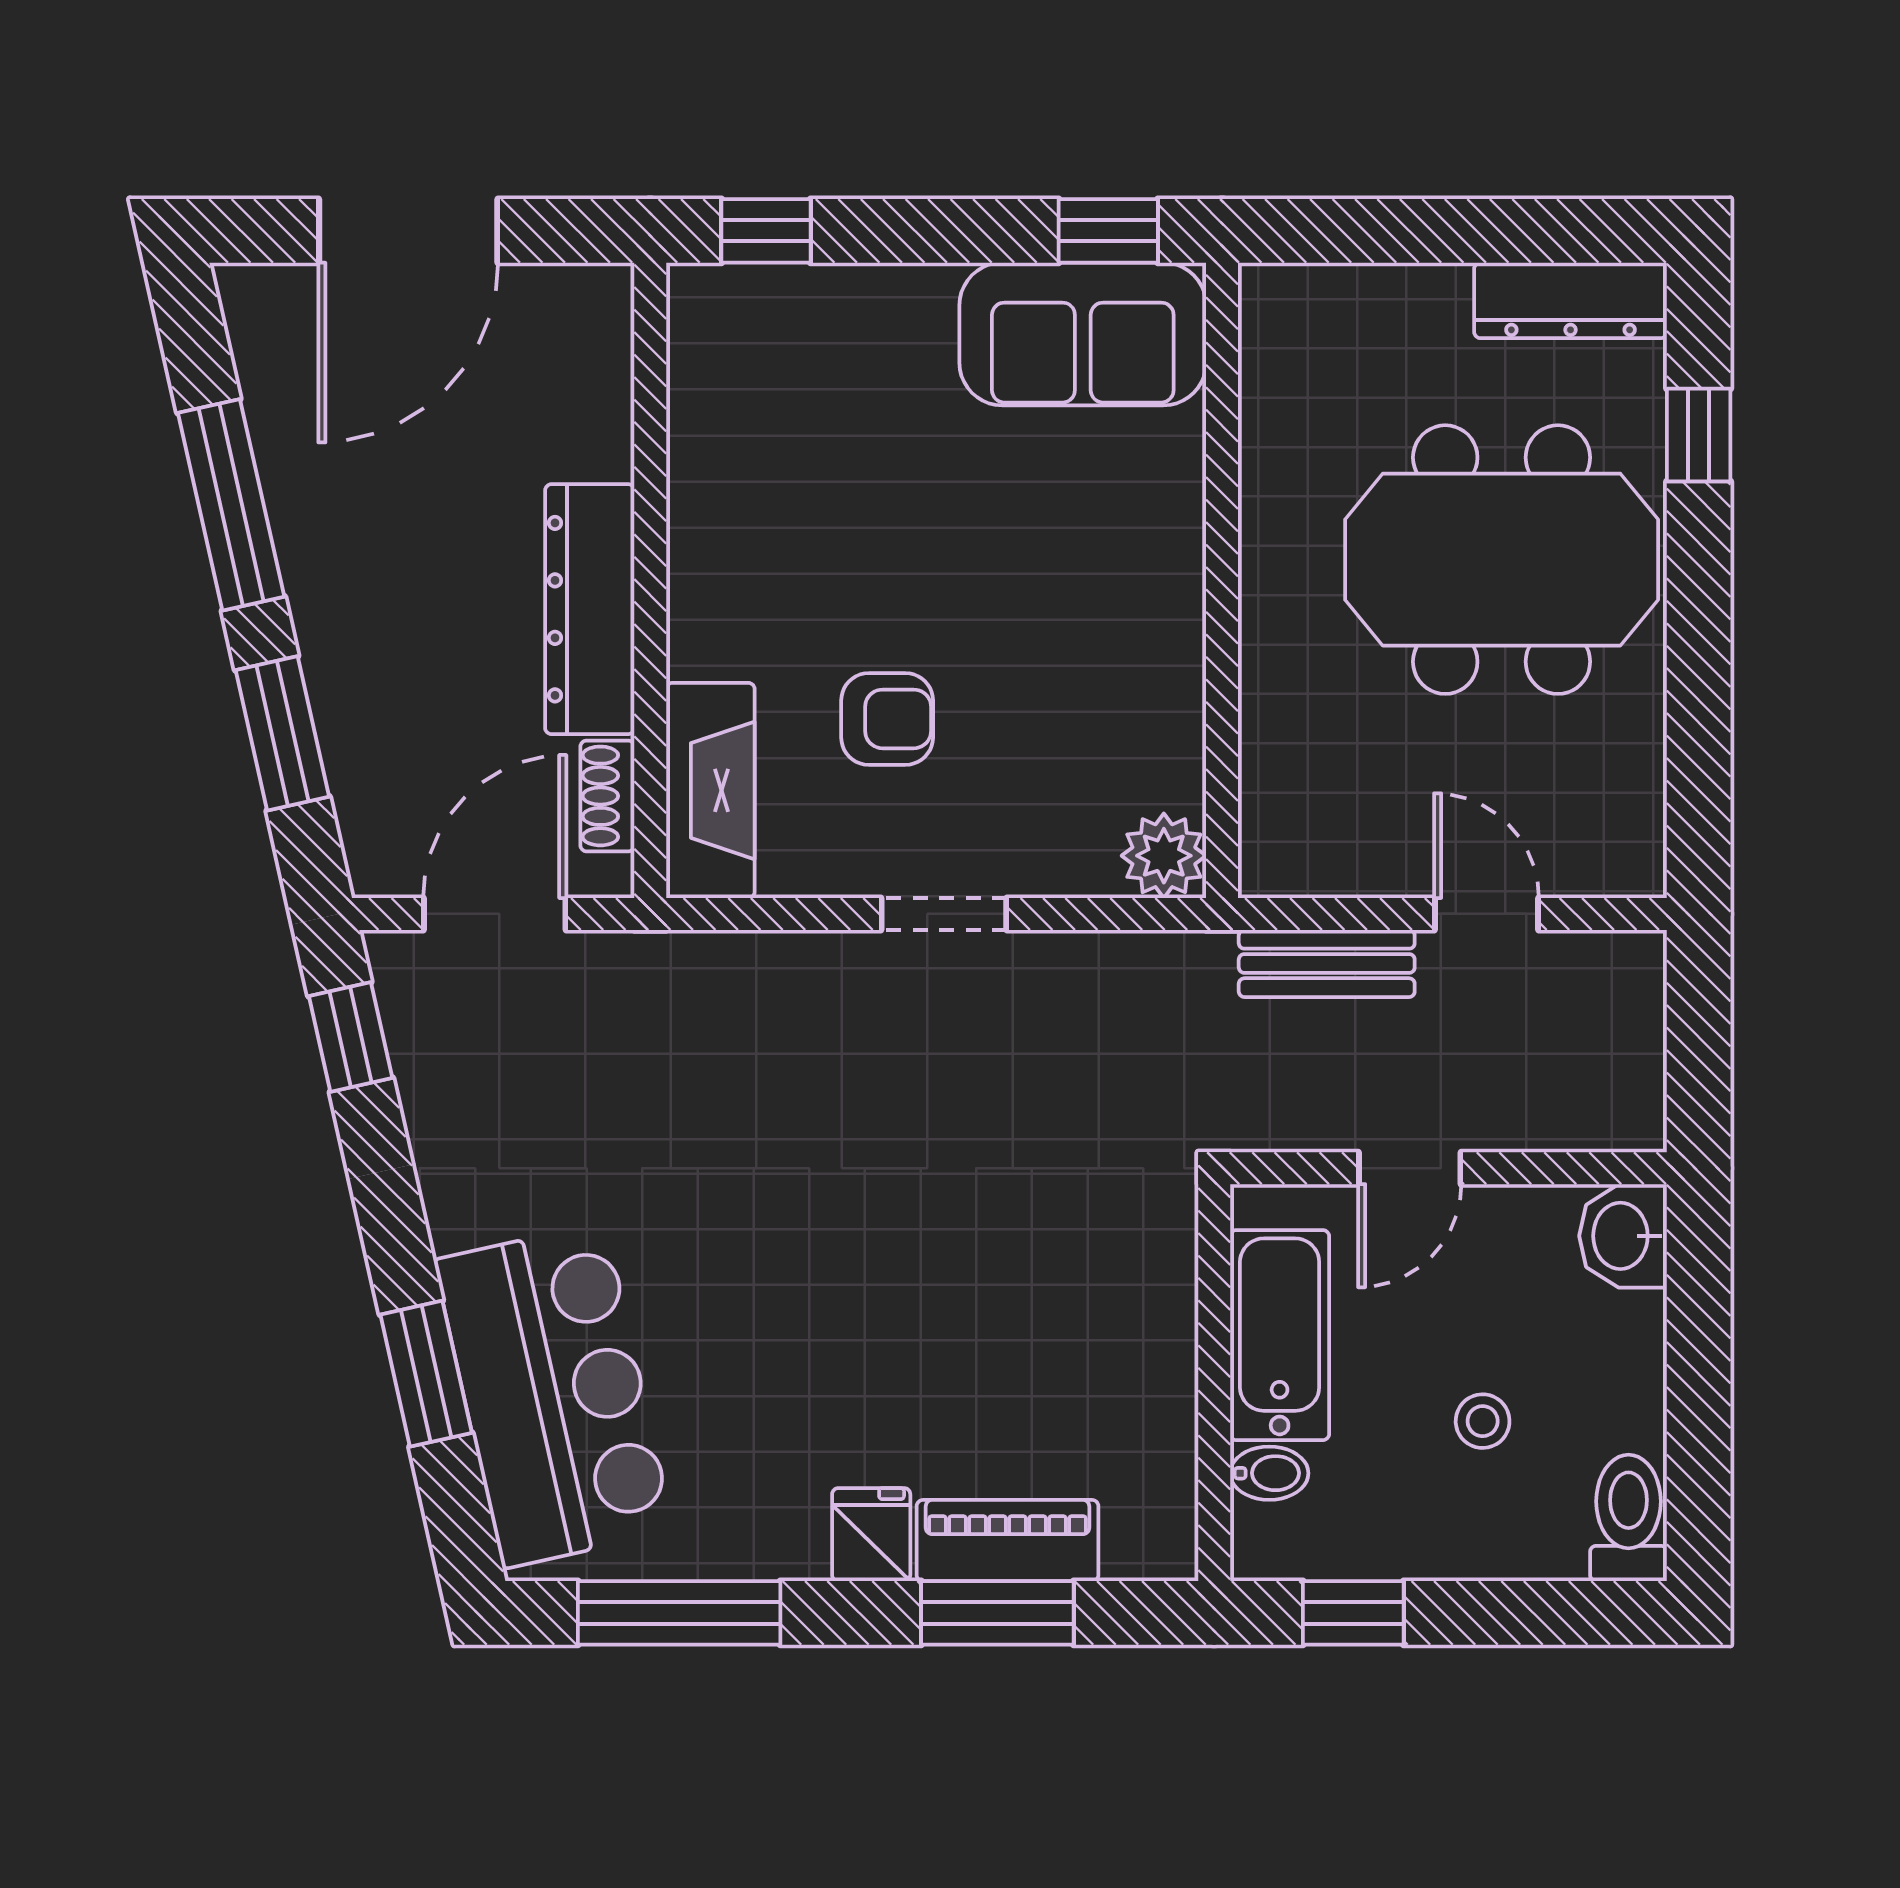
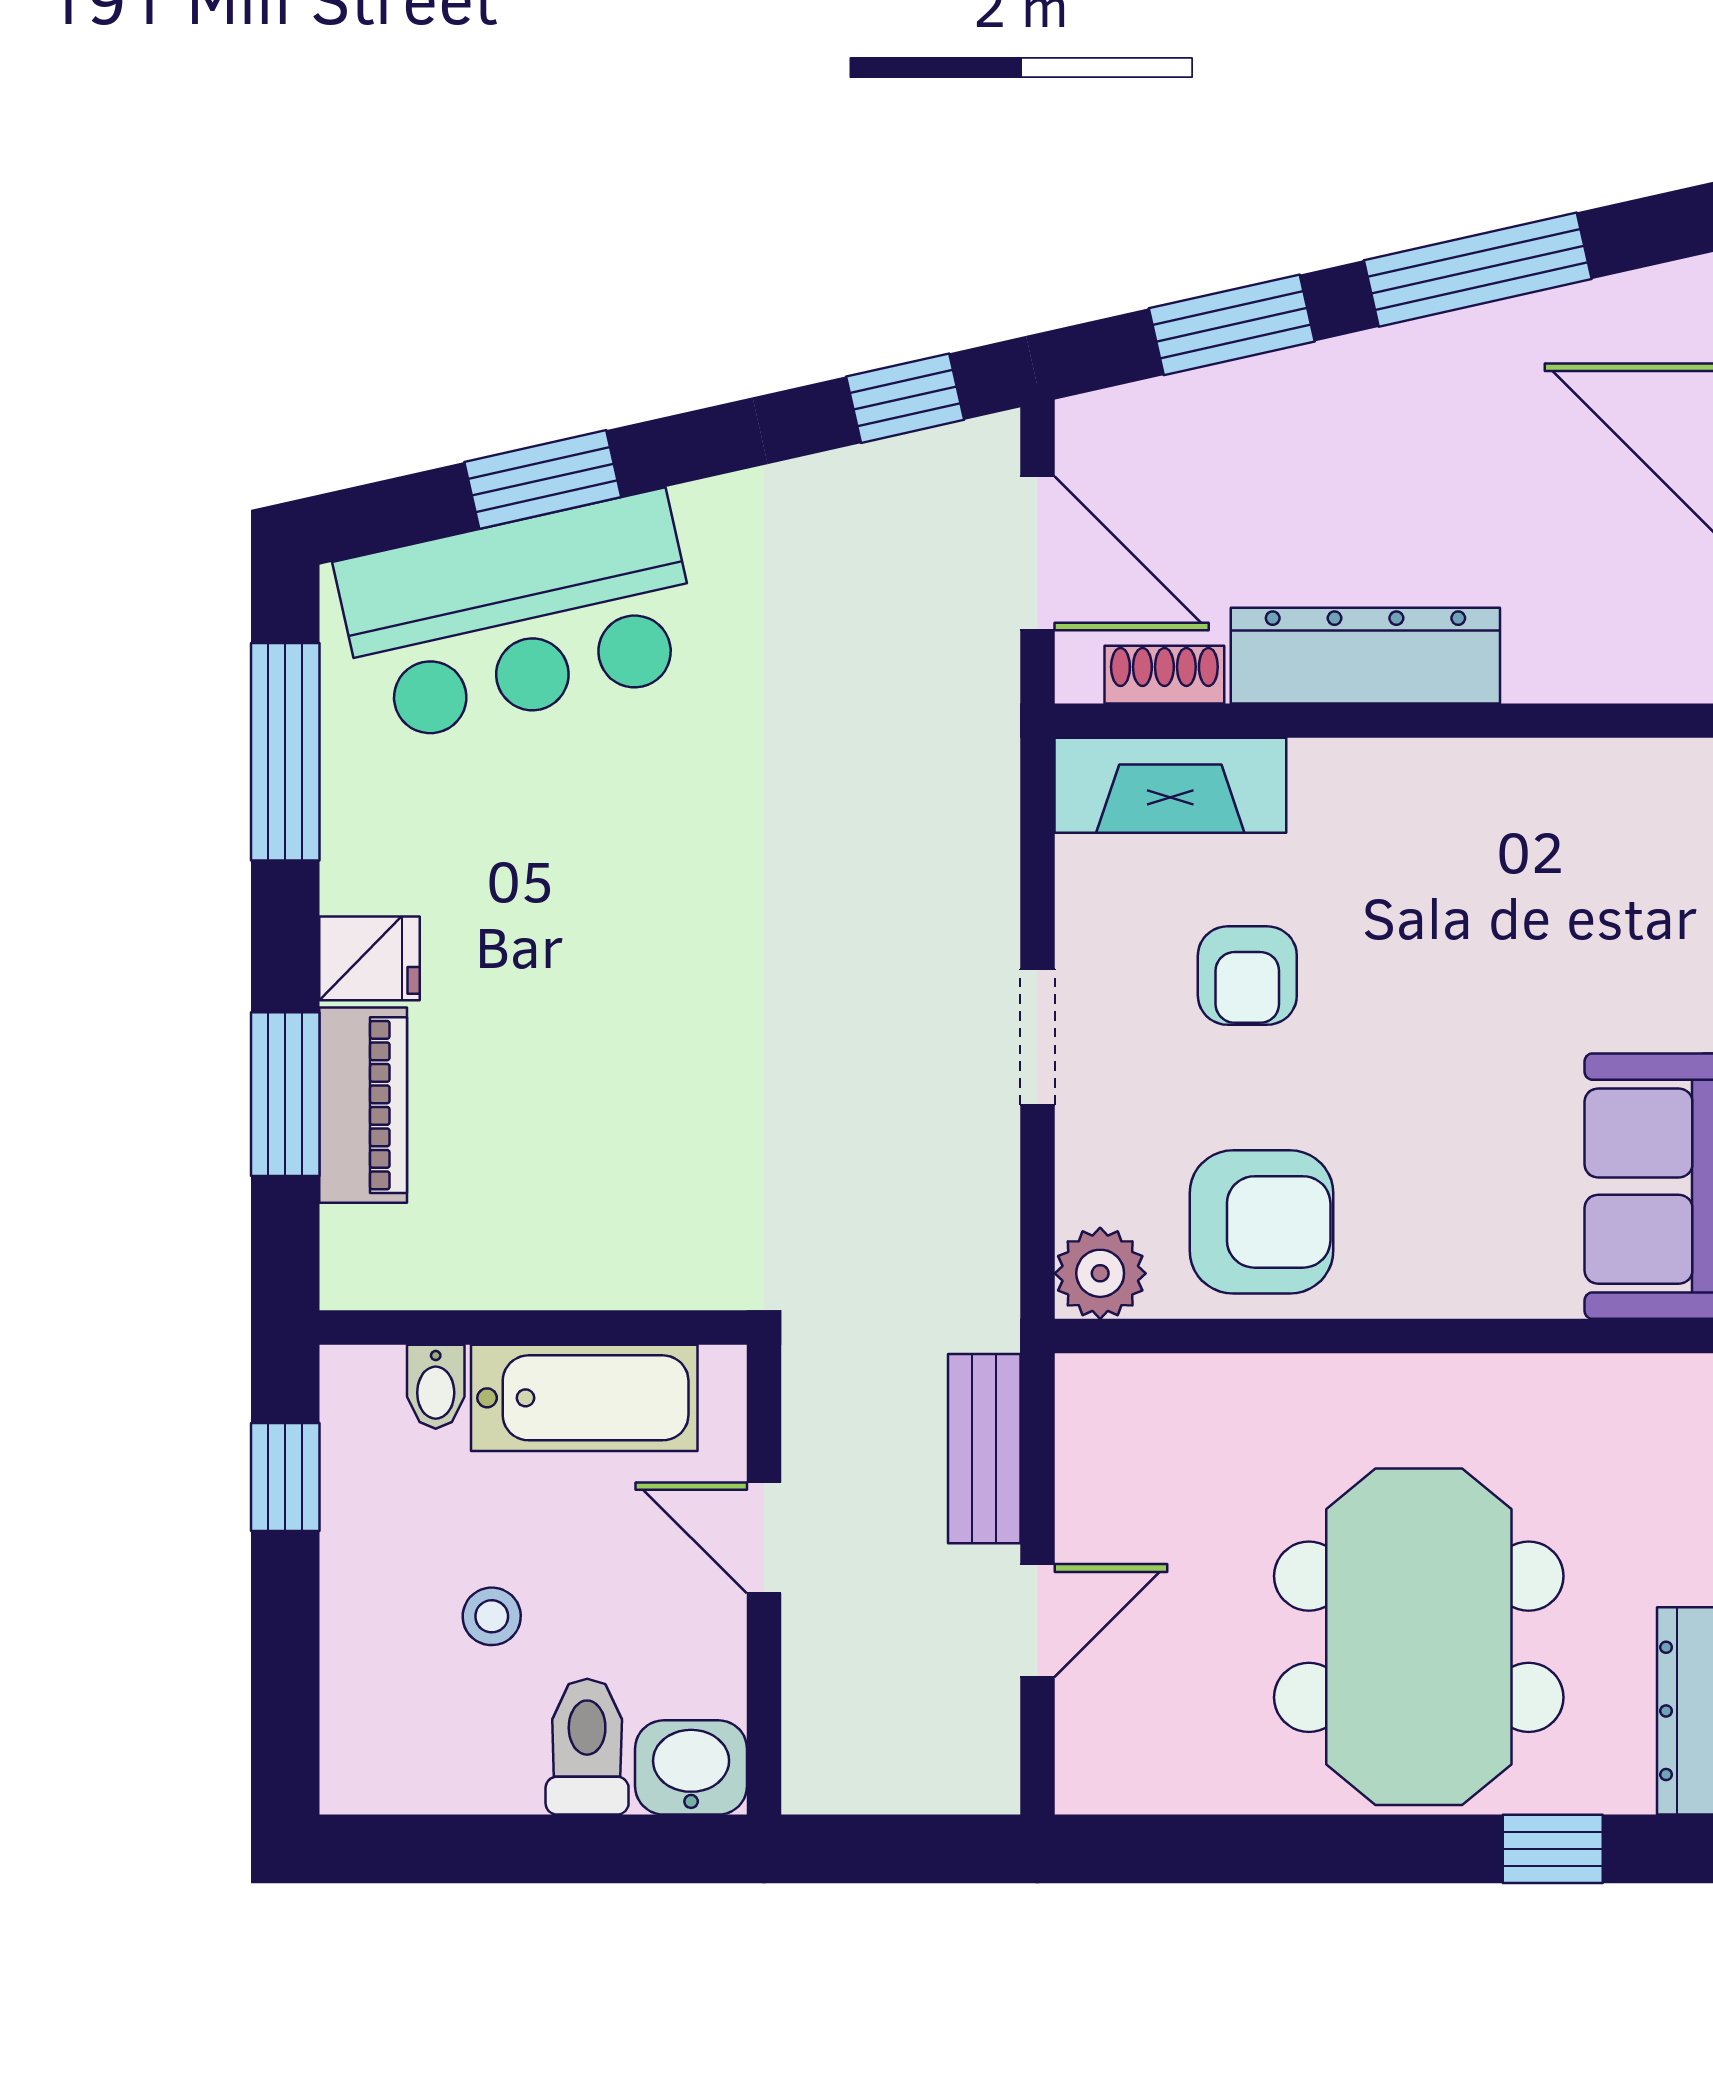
armchair: (1116, 706) -> (1261, 1222), added
toilet: (1628, 1518) -> (587, 1747), moved, turned -90

